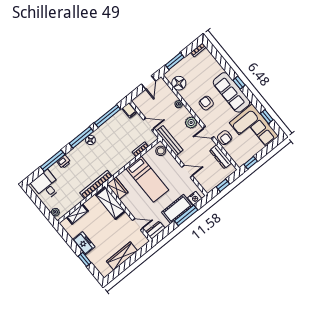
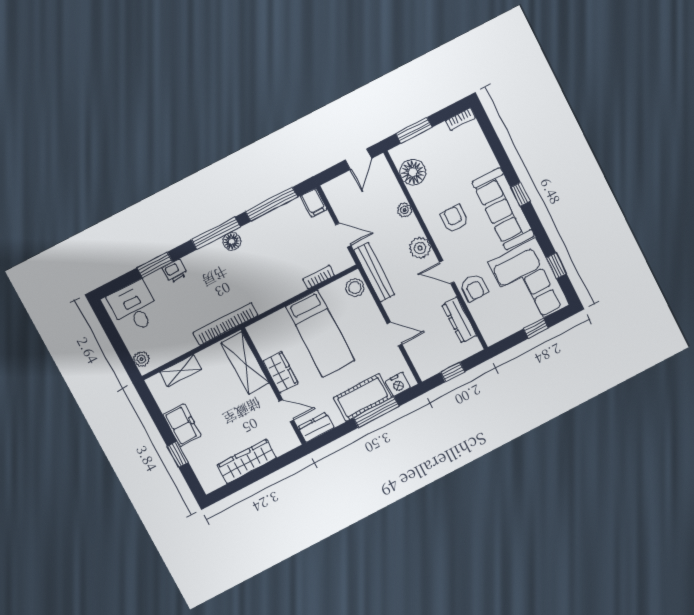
window: (53, 161) -> (155, 265), width x0.69
window: (251, 163) -> (536, 328), moved
wardrobe: (117, 188) -> (280, 372), moved

